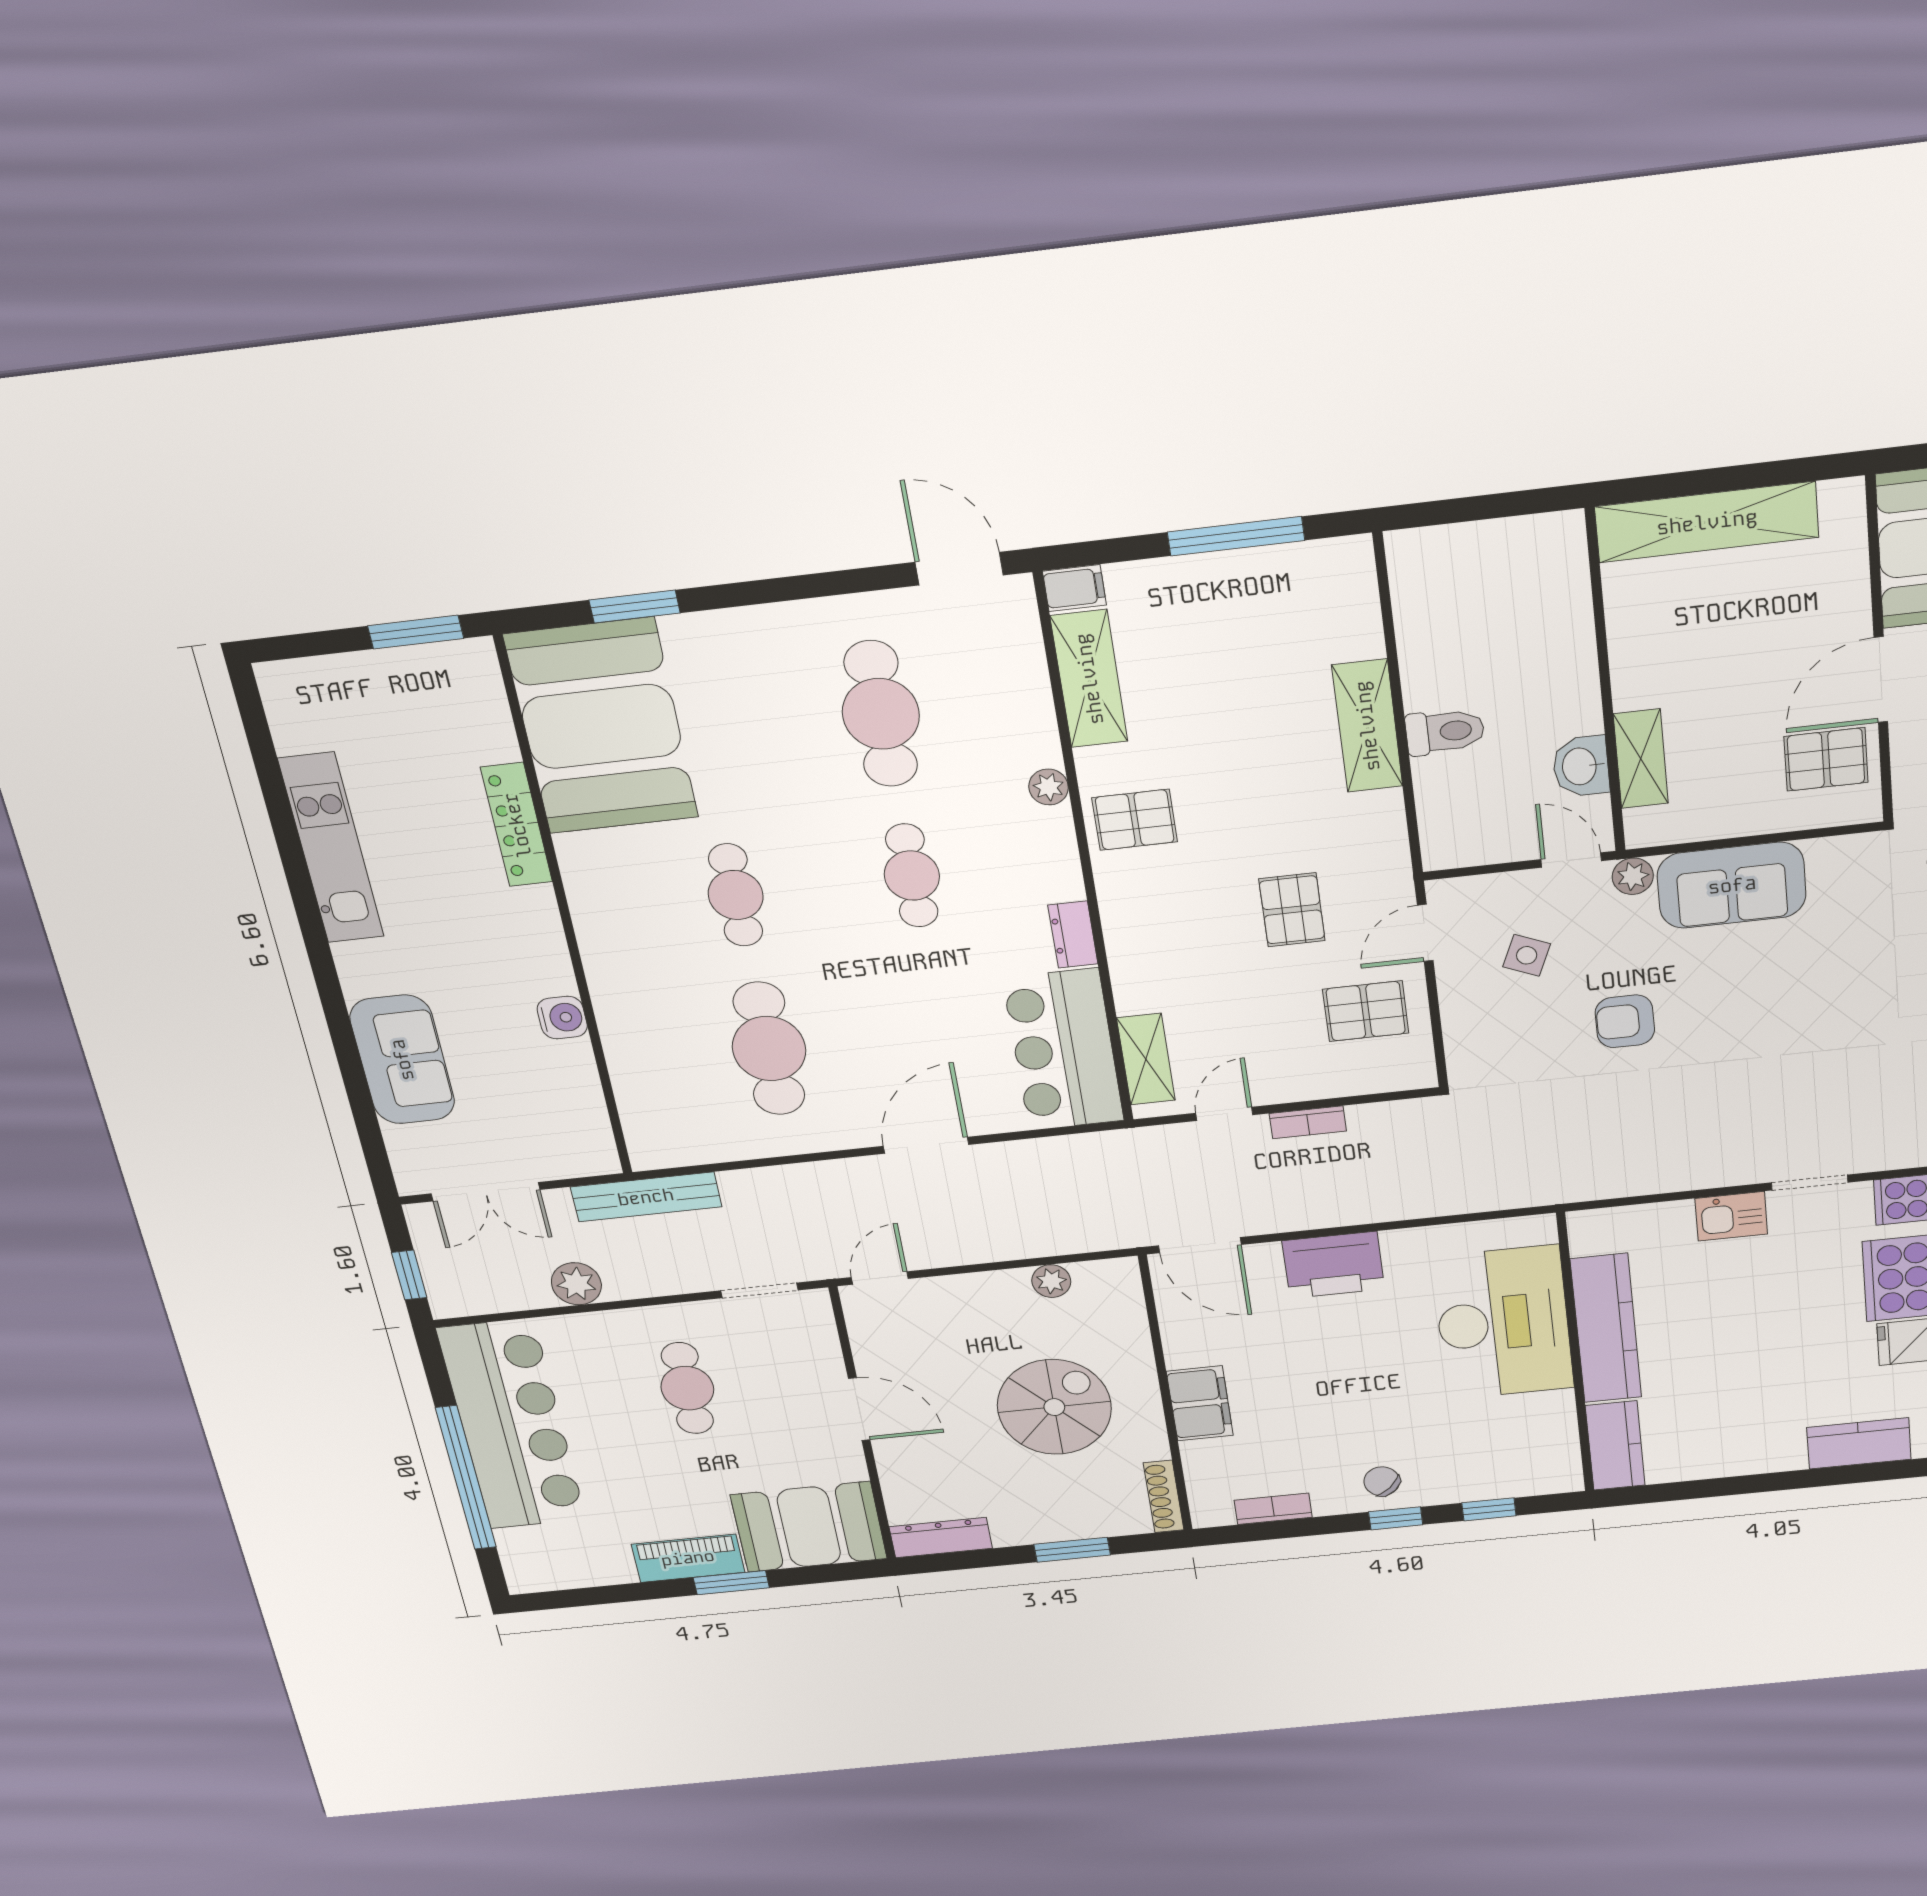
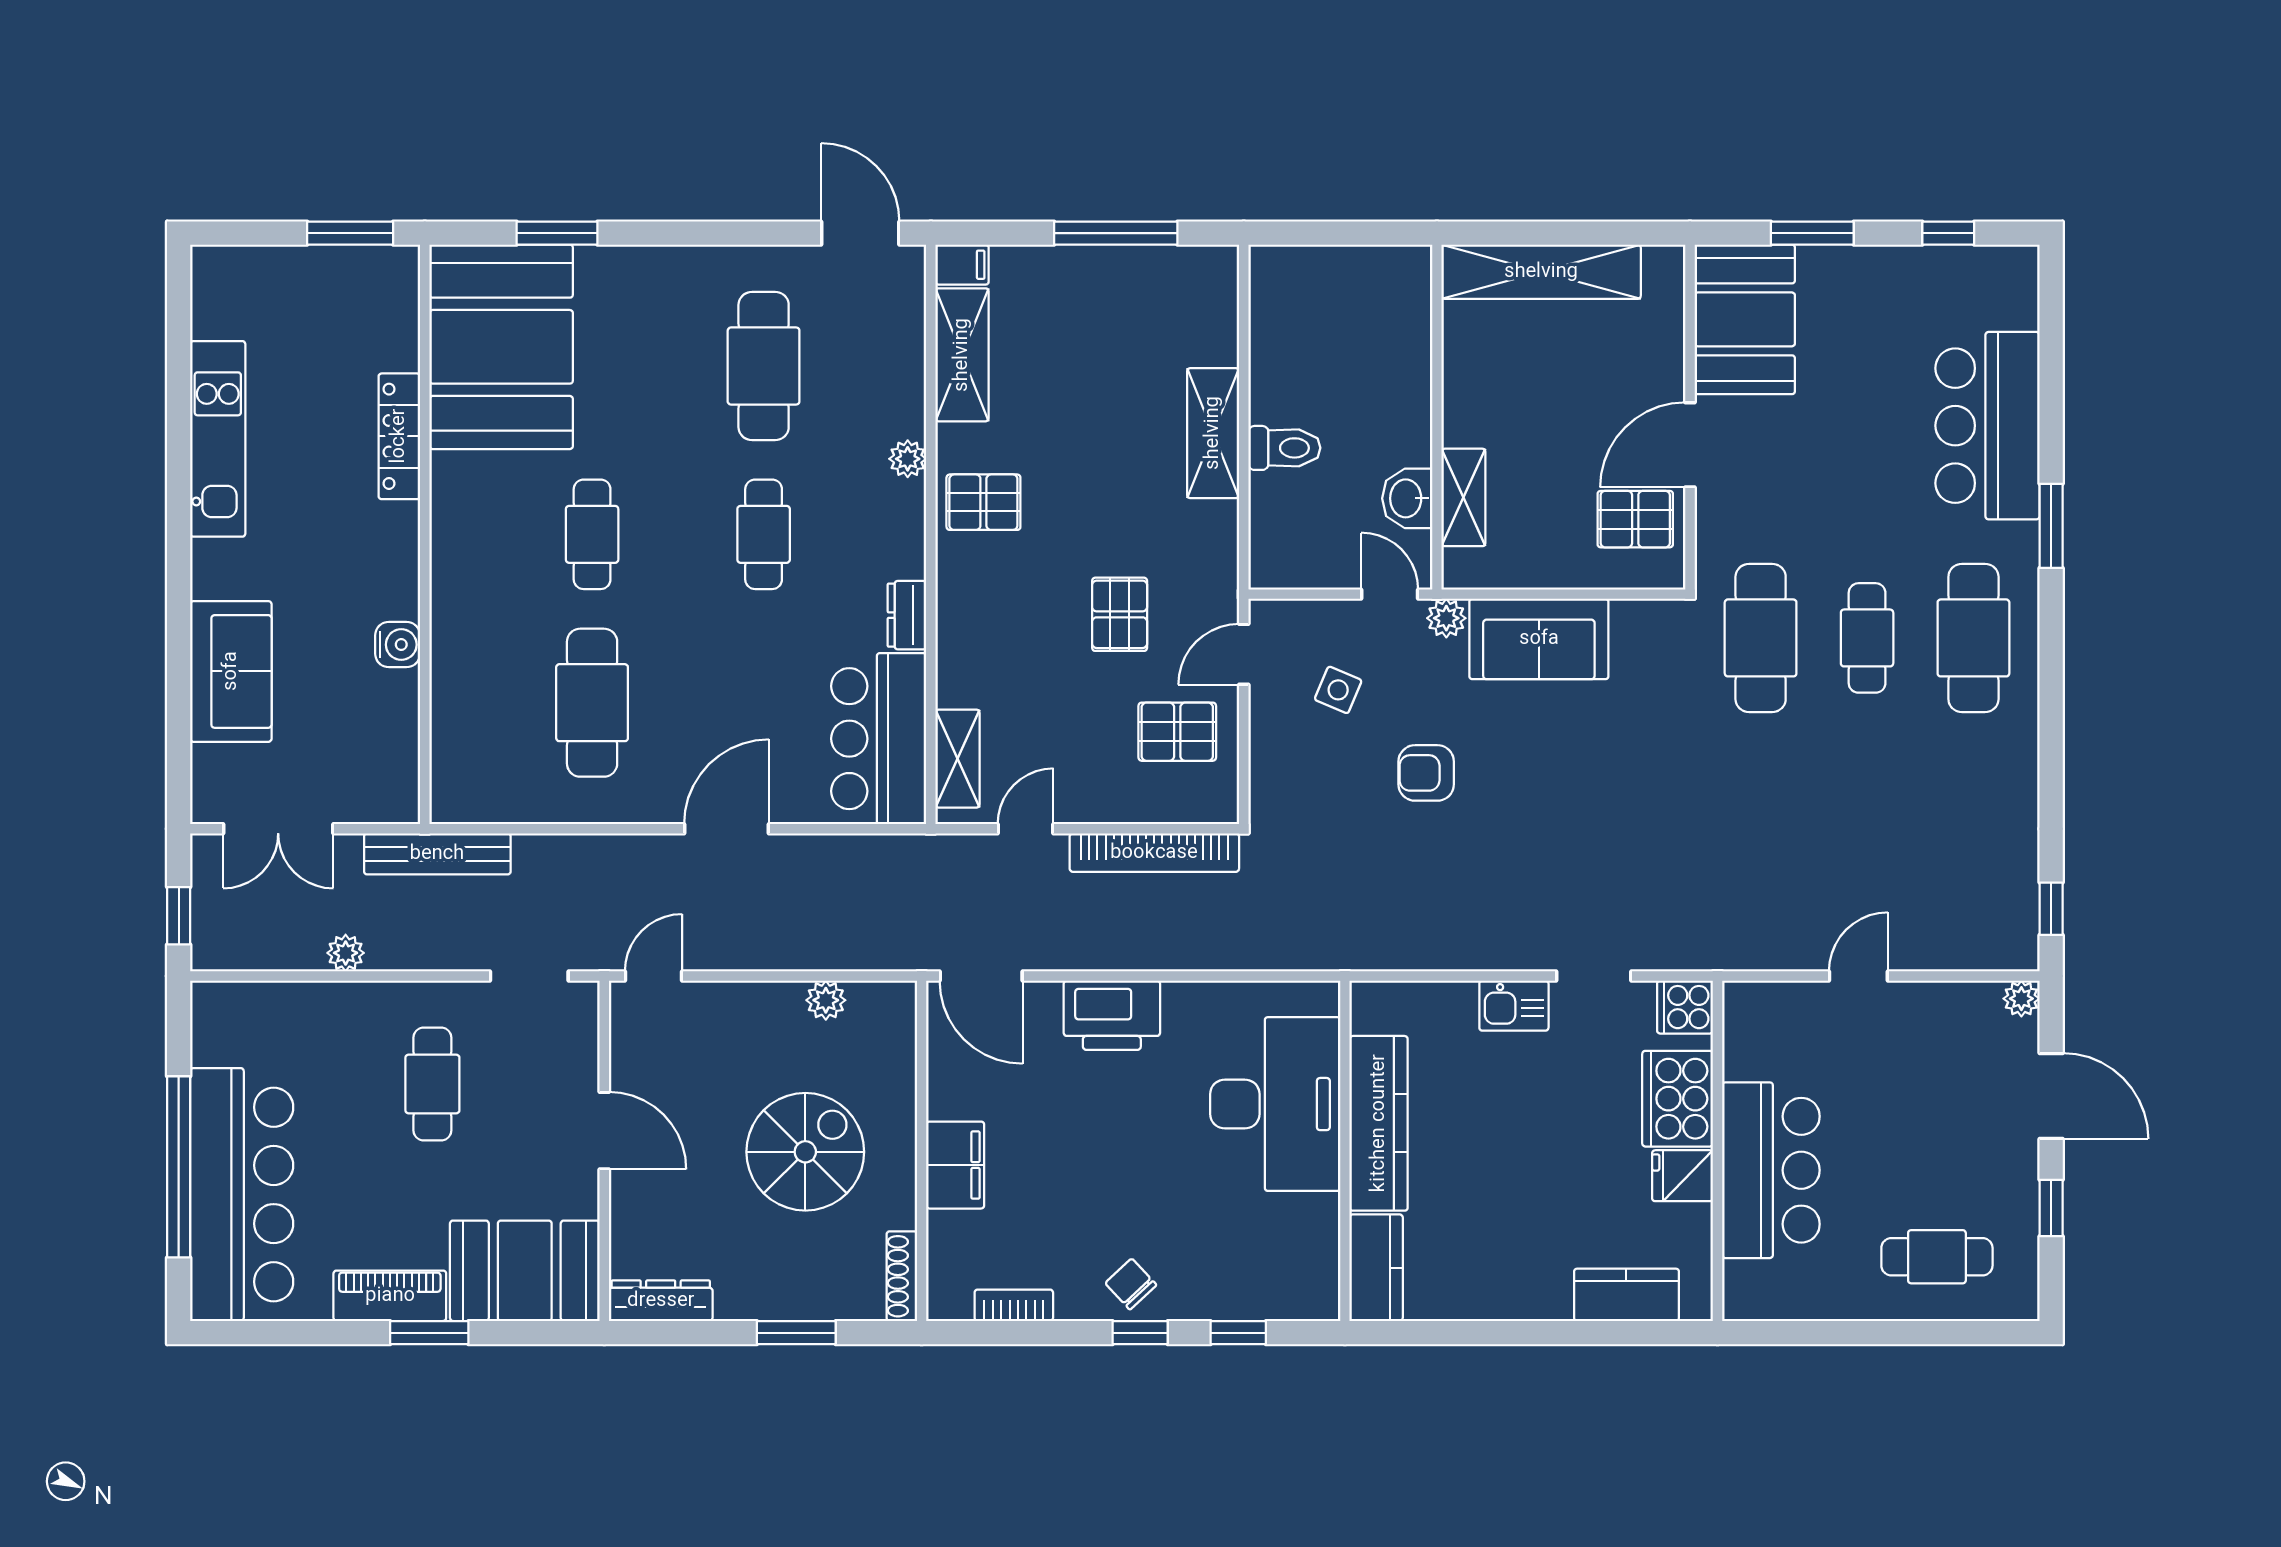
bookcase: (1308, 1122) -> (1154, 853), width x2.31, depth x1.31
plant: (576, 1284) -> (346, 953), width x0.73, depth x0.73
bar counter: (512, 1425) -> (242, 1195), moved

